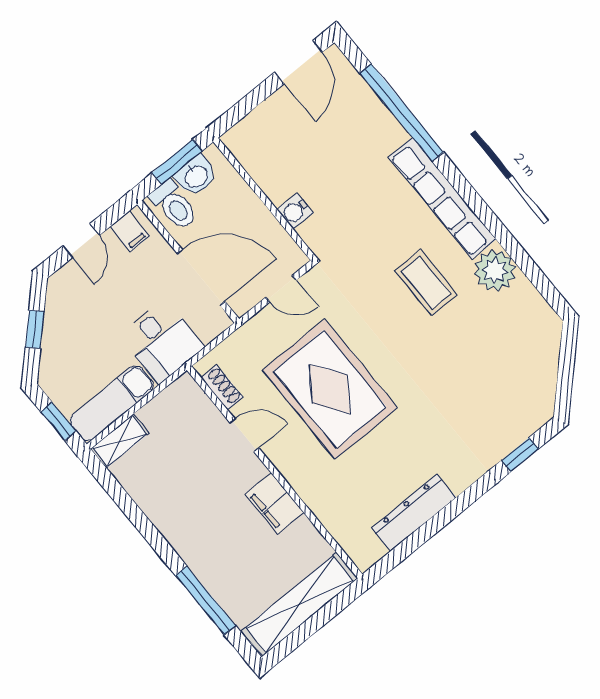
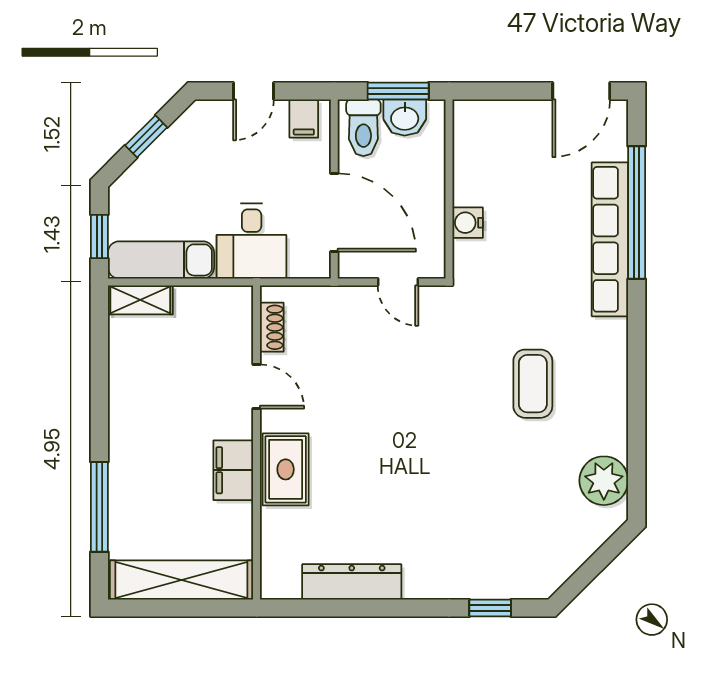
row of seats: (442, 198) -> (610, 239), moved
plant: (495, 271) -> (604, 481), moved
rug: (330, 389) -> (286, 469), moved, width x0.54, depth x0.49

